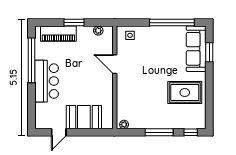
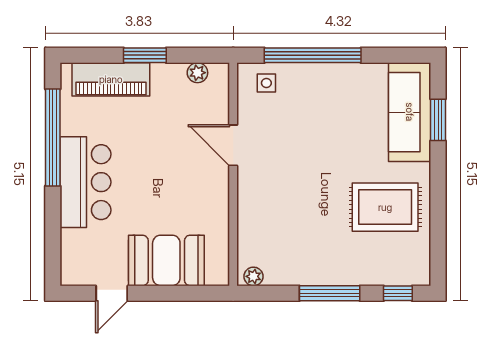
window: (172, 23) -> (313, 55), moved

